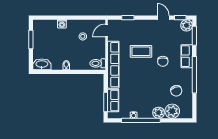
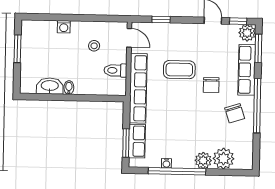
door: (107, 30) -> (129, 38), swing flipped
row of seats: (187, 56) -> (247, 70), width x1.48
toilet: (98, 63) -> (115, 70), moved
washbasin: (42, 64) -> (50, 86), moved
chair: (176, 91) -> (235, 113), moved

